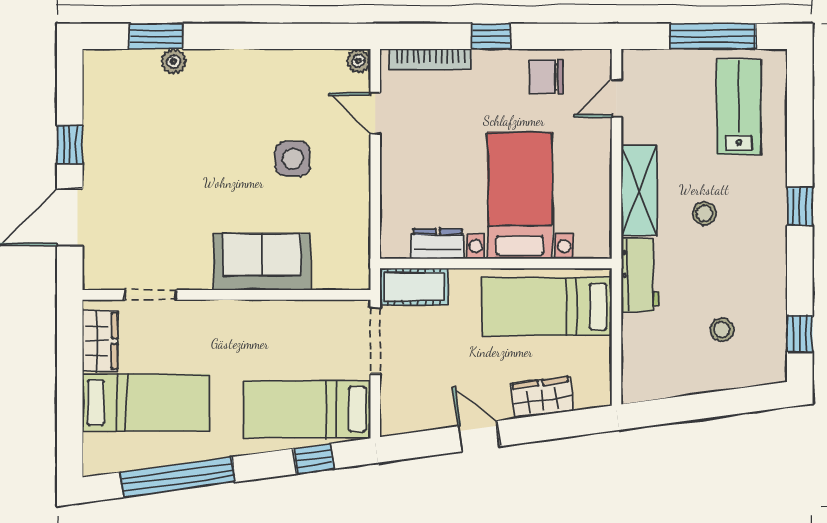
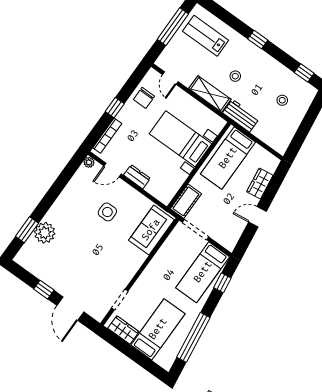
plant: (174, 61) -> (45, 233), width x1.88, depth x1.88
dresser: (438, 244) -> (137, 177), moved, turned 90
sofa: (262, 262) -> (151, 230), moved

